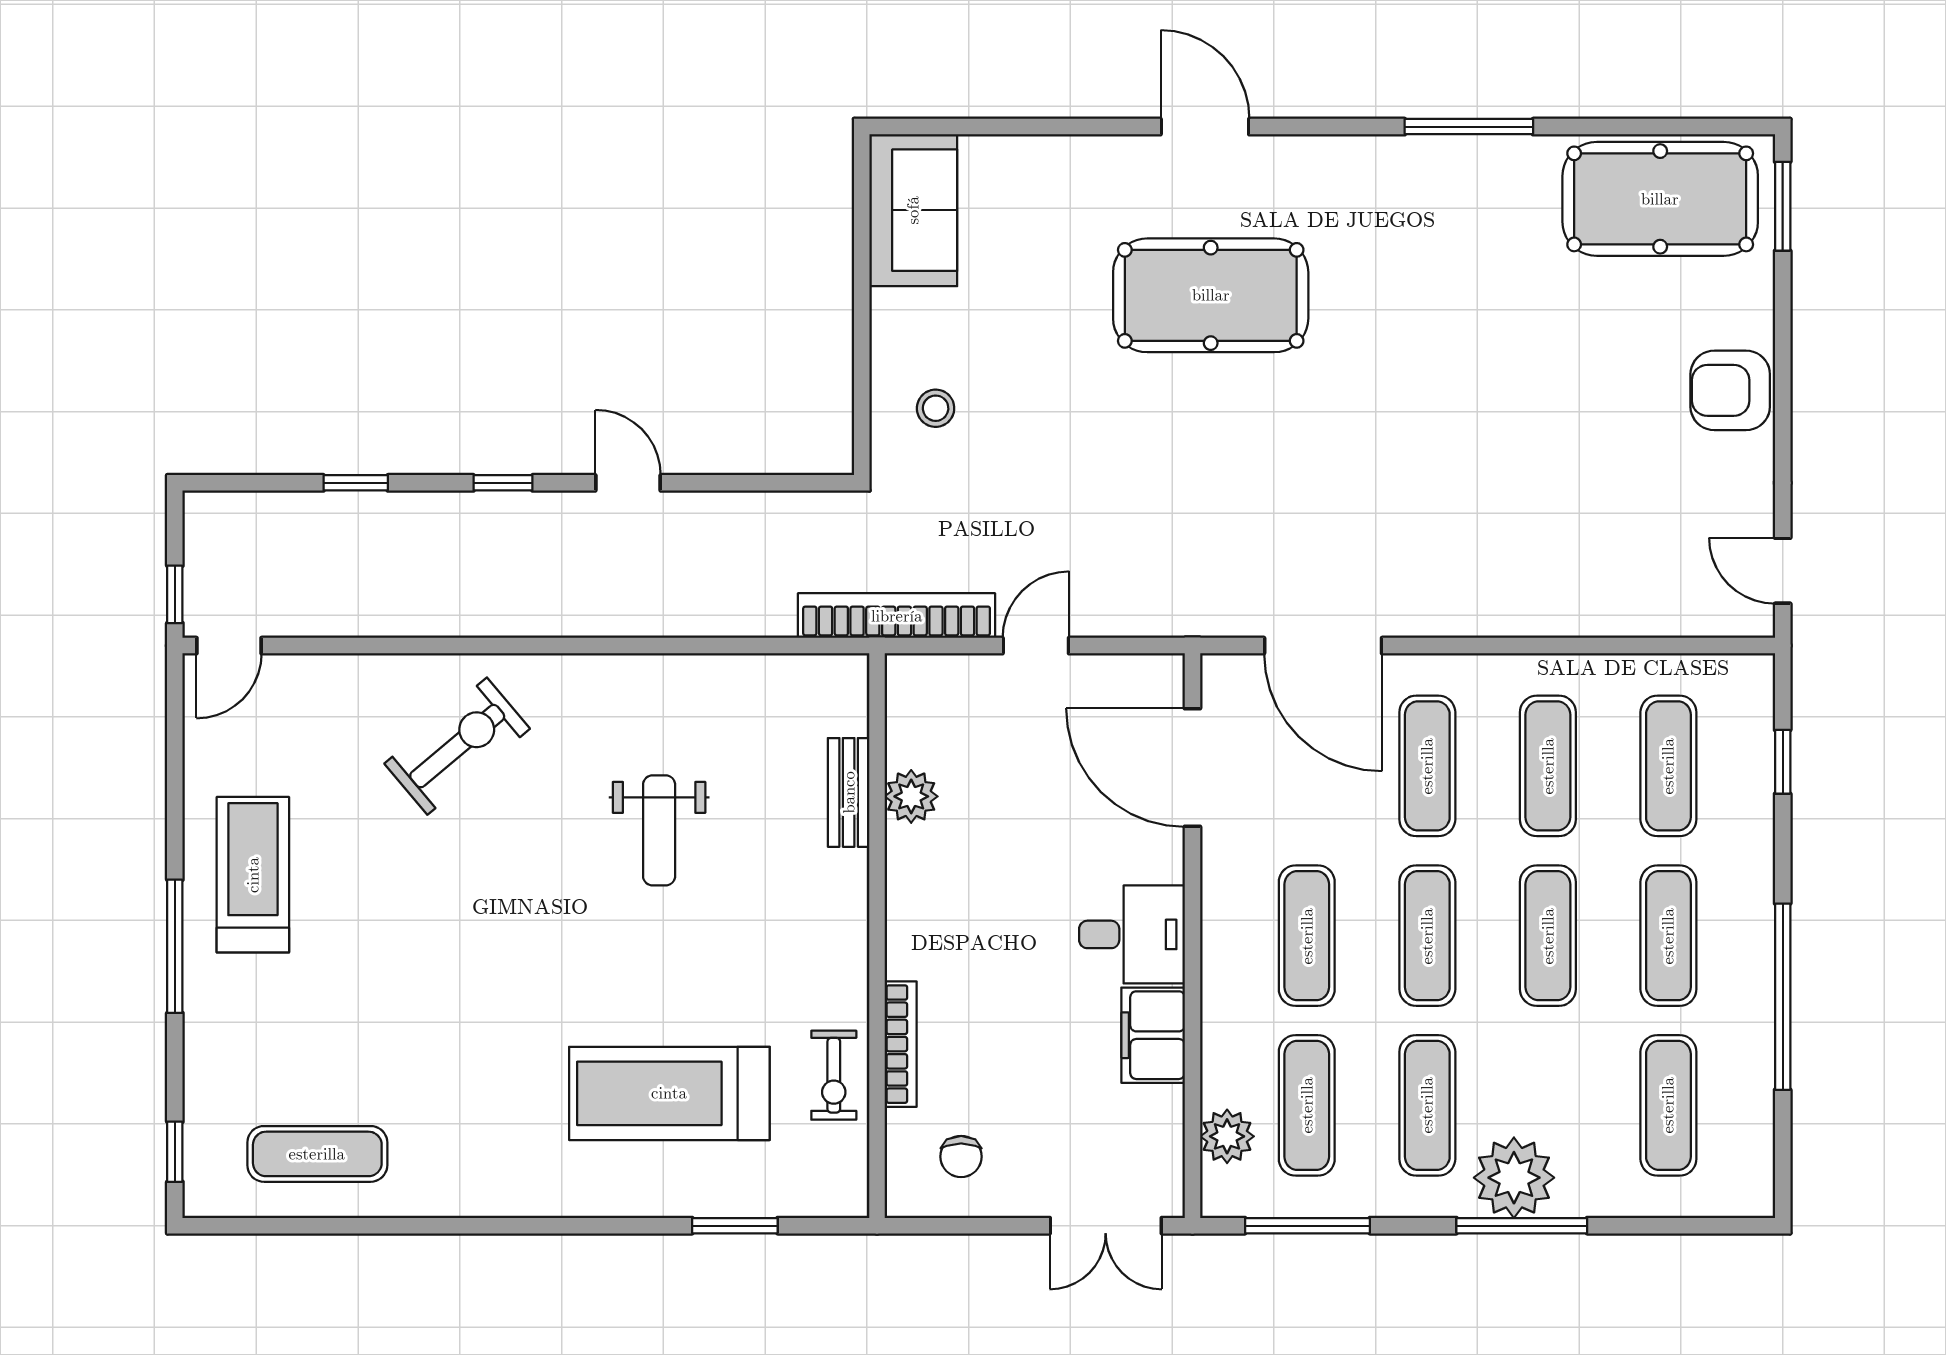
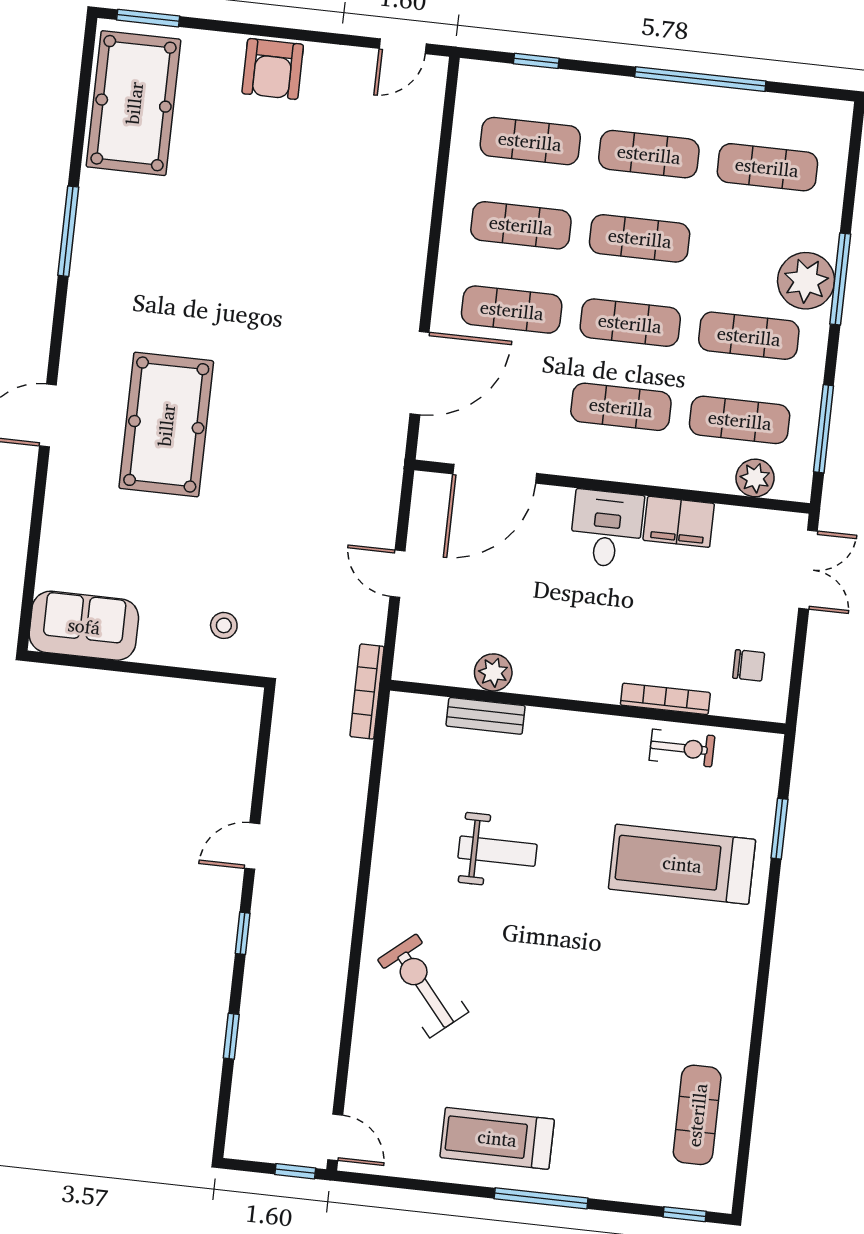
bookcase: (897, 616) -> (367, 691), width x0.68, depth x0.76
treadmill: (669, 1093) -> (682, 864), turned 90

